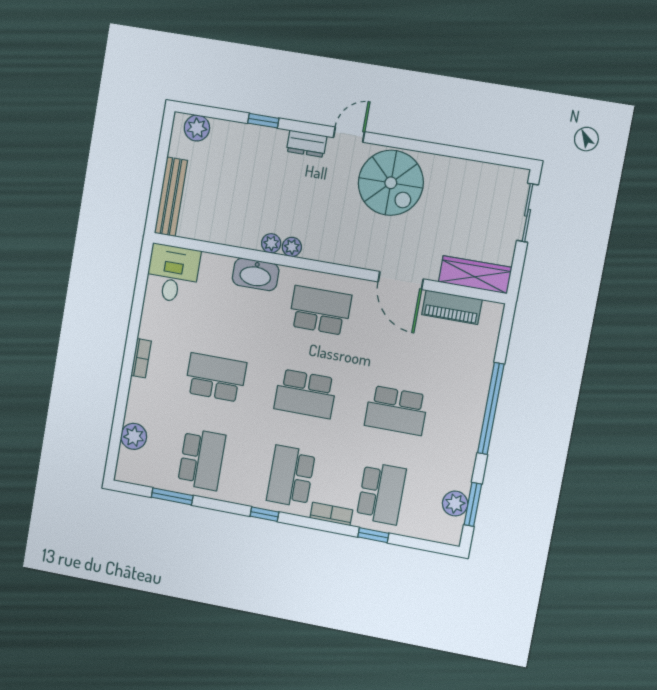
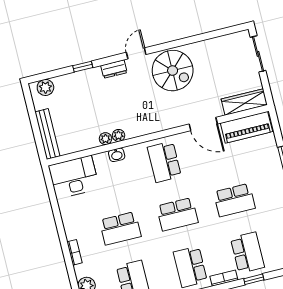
plant: (292, 247) -> (105, 139), moved
desk: (173, 274) -> (74, 177), width x1.37
washbasin: (256, 274) -> (117, 155), width x0.52, depth x0.69
piano: (452, 307) -> (246, 127), width x1.37, depth x1.33
school desk: (320, 310) -> (164, 162), turned -90
bookcase: (141, 358) -> (75, 252), moved
school desk: (216, 377) -> (120, 228), turned 180

